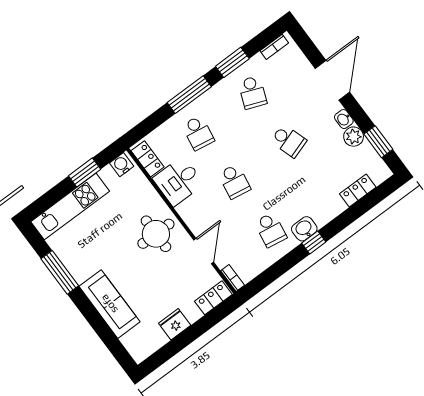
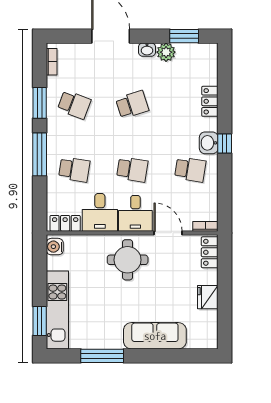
window: (85, 173) -> (40, 321), moved
locker: (358, 191) -> (210, 101), moved
desk: (200, 211) -> (135, 213), added

